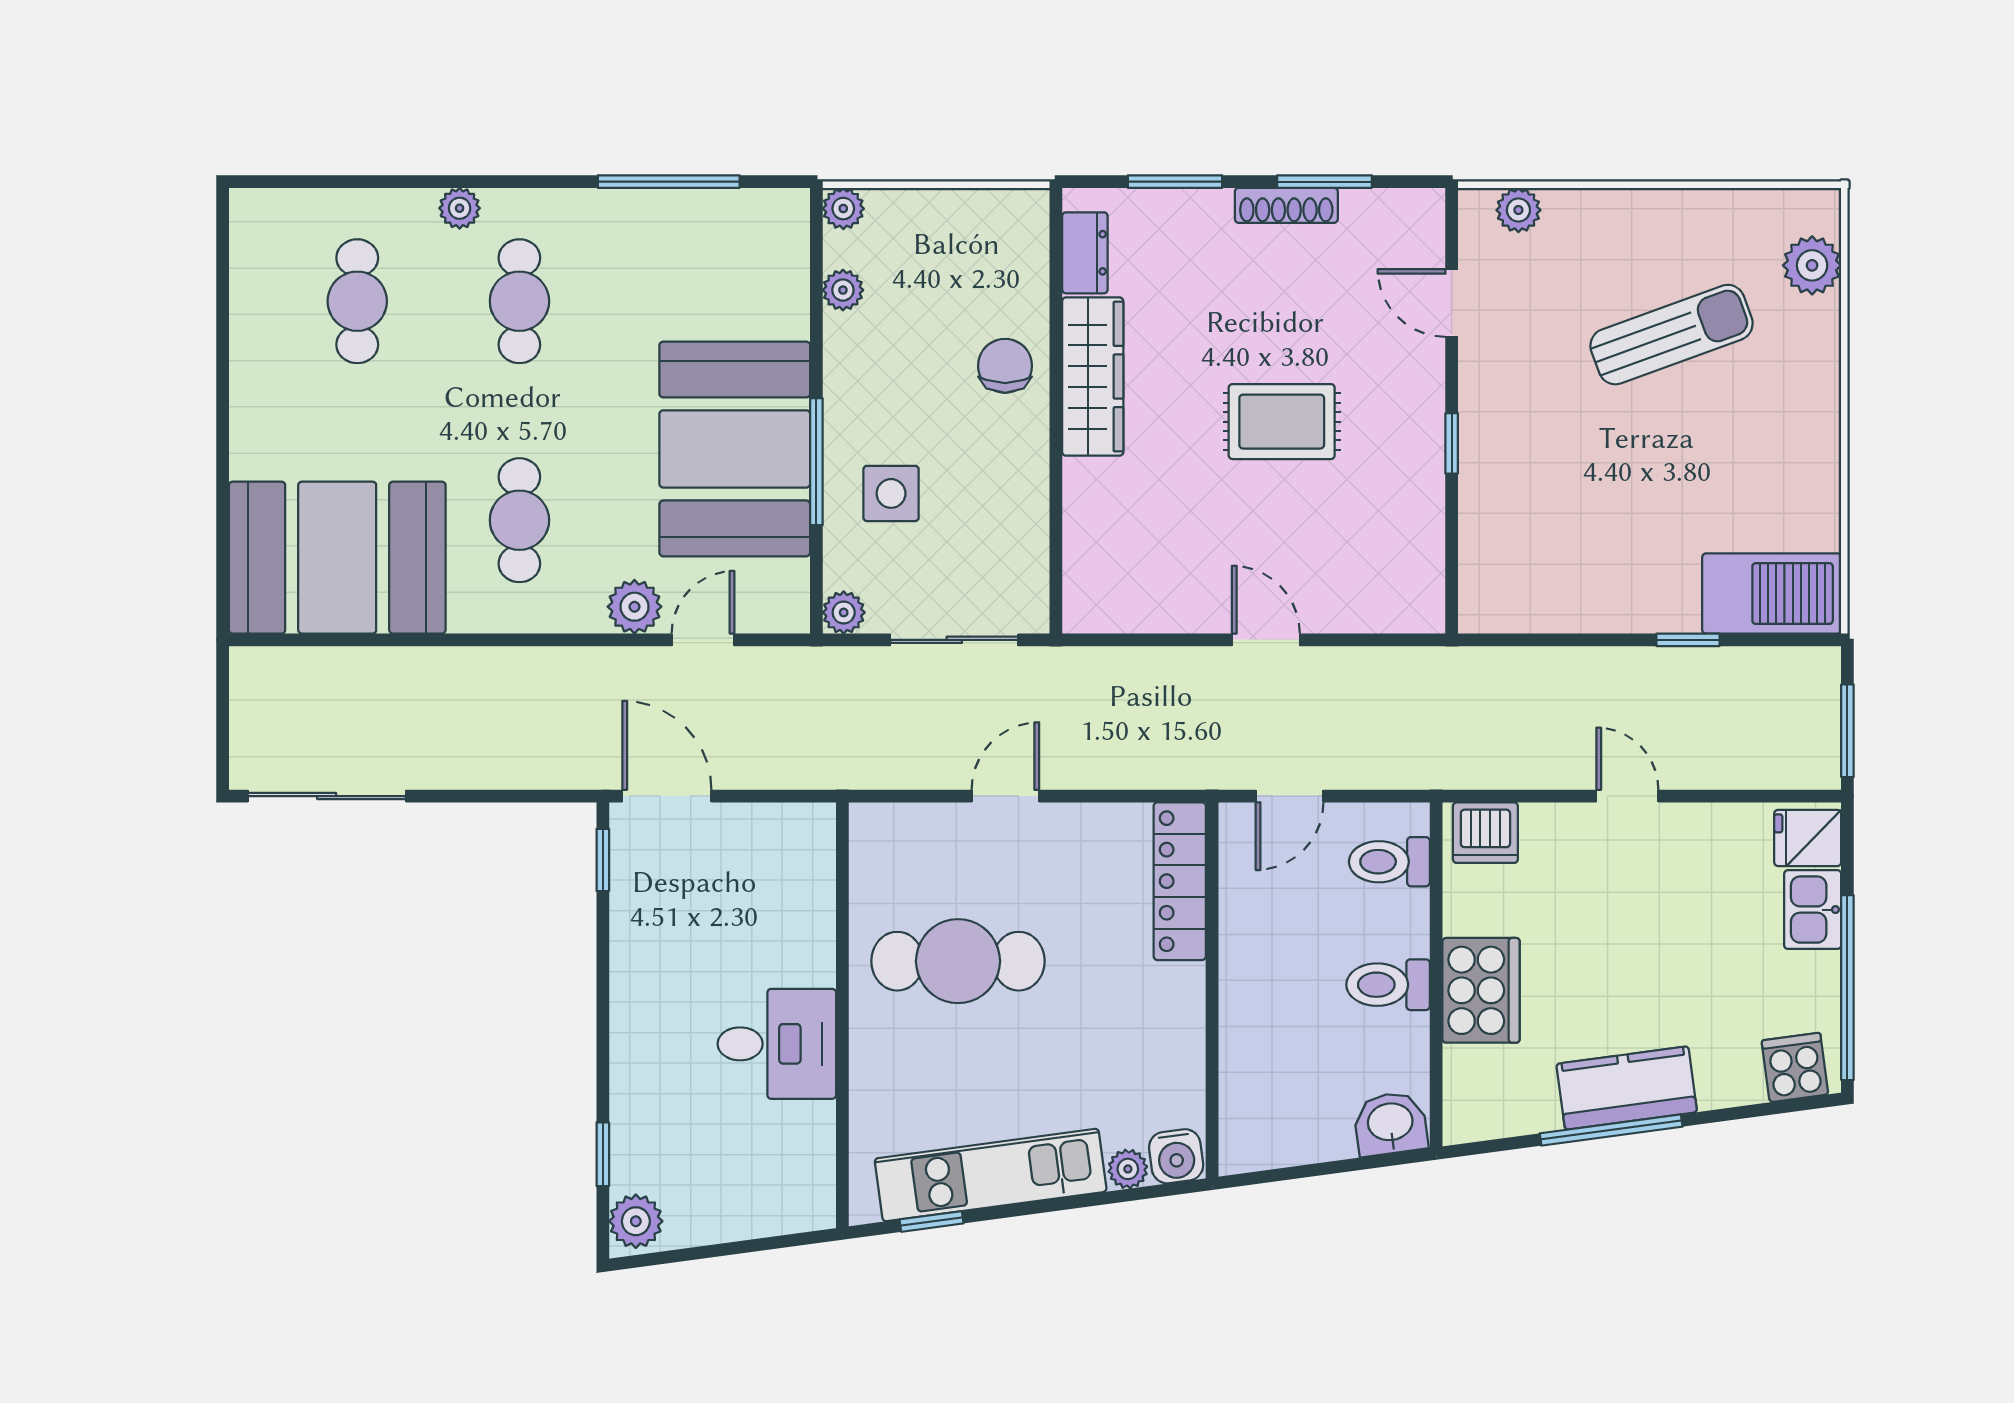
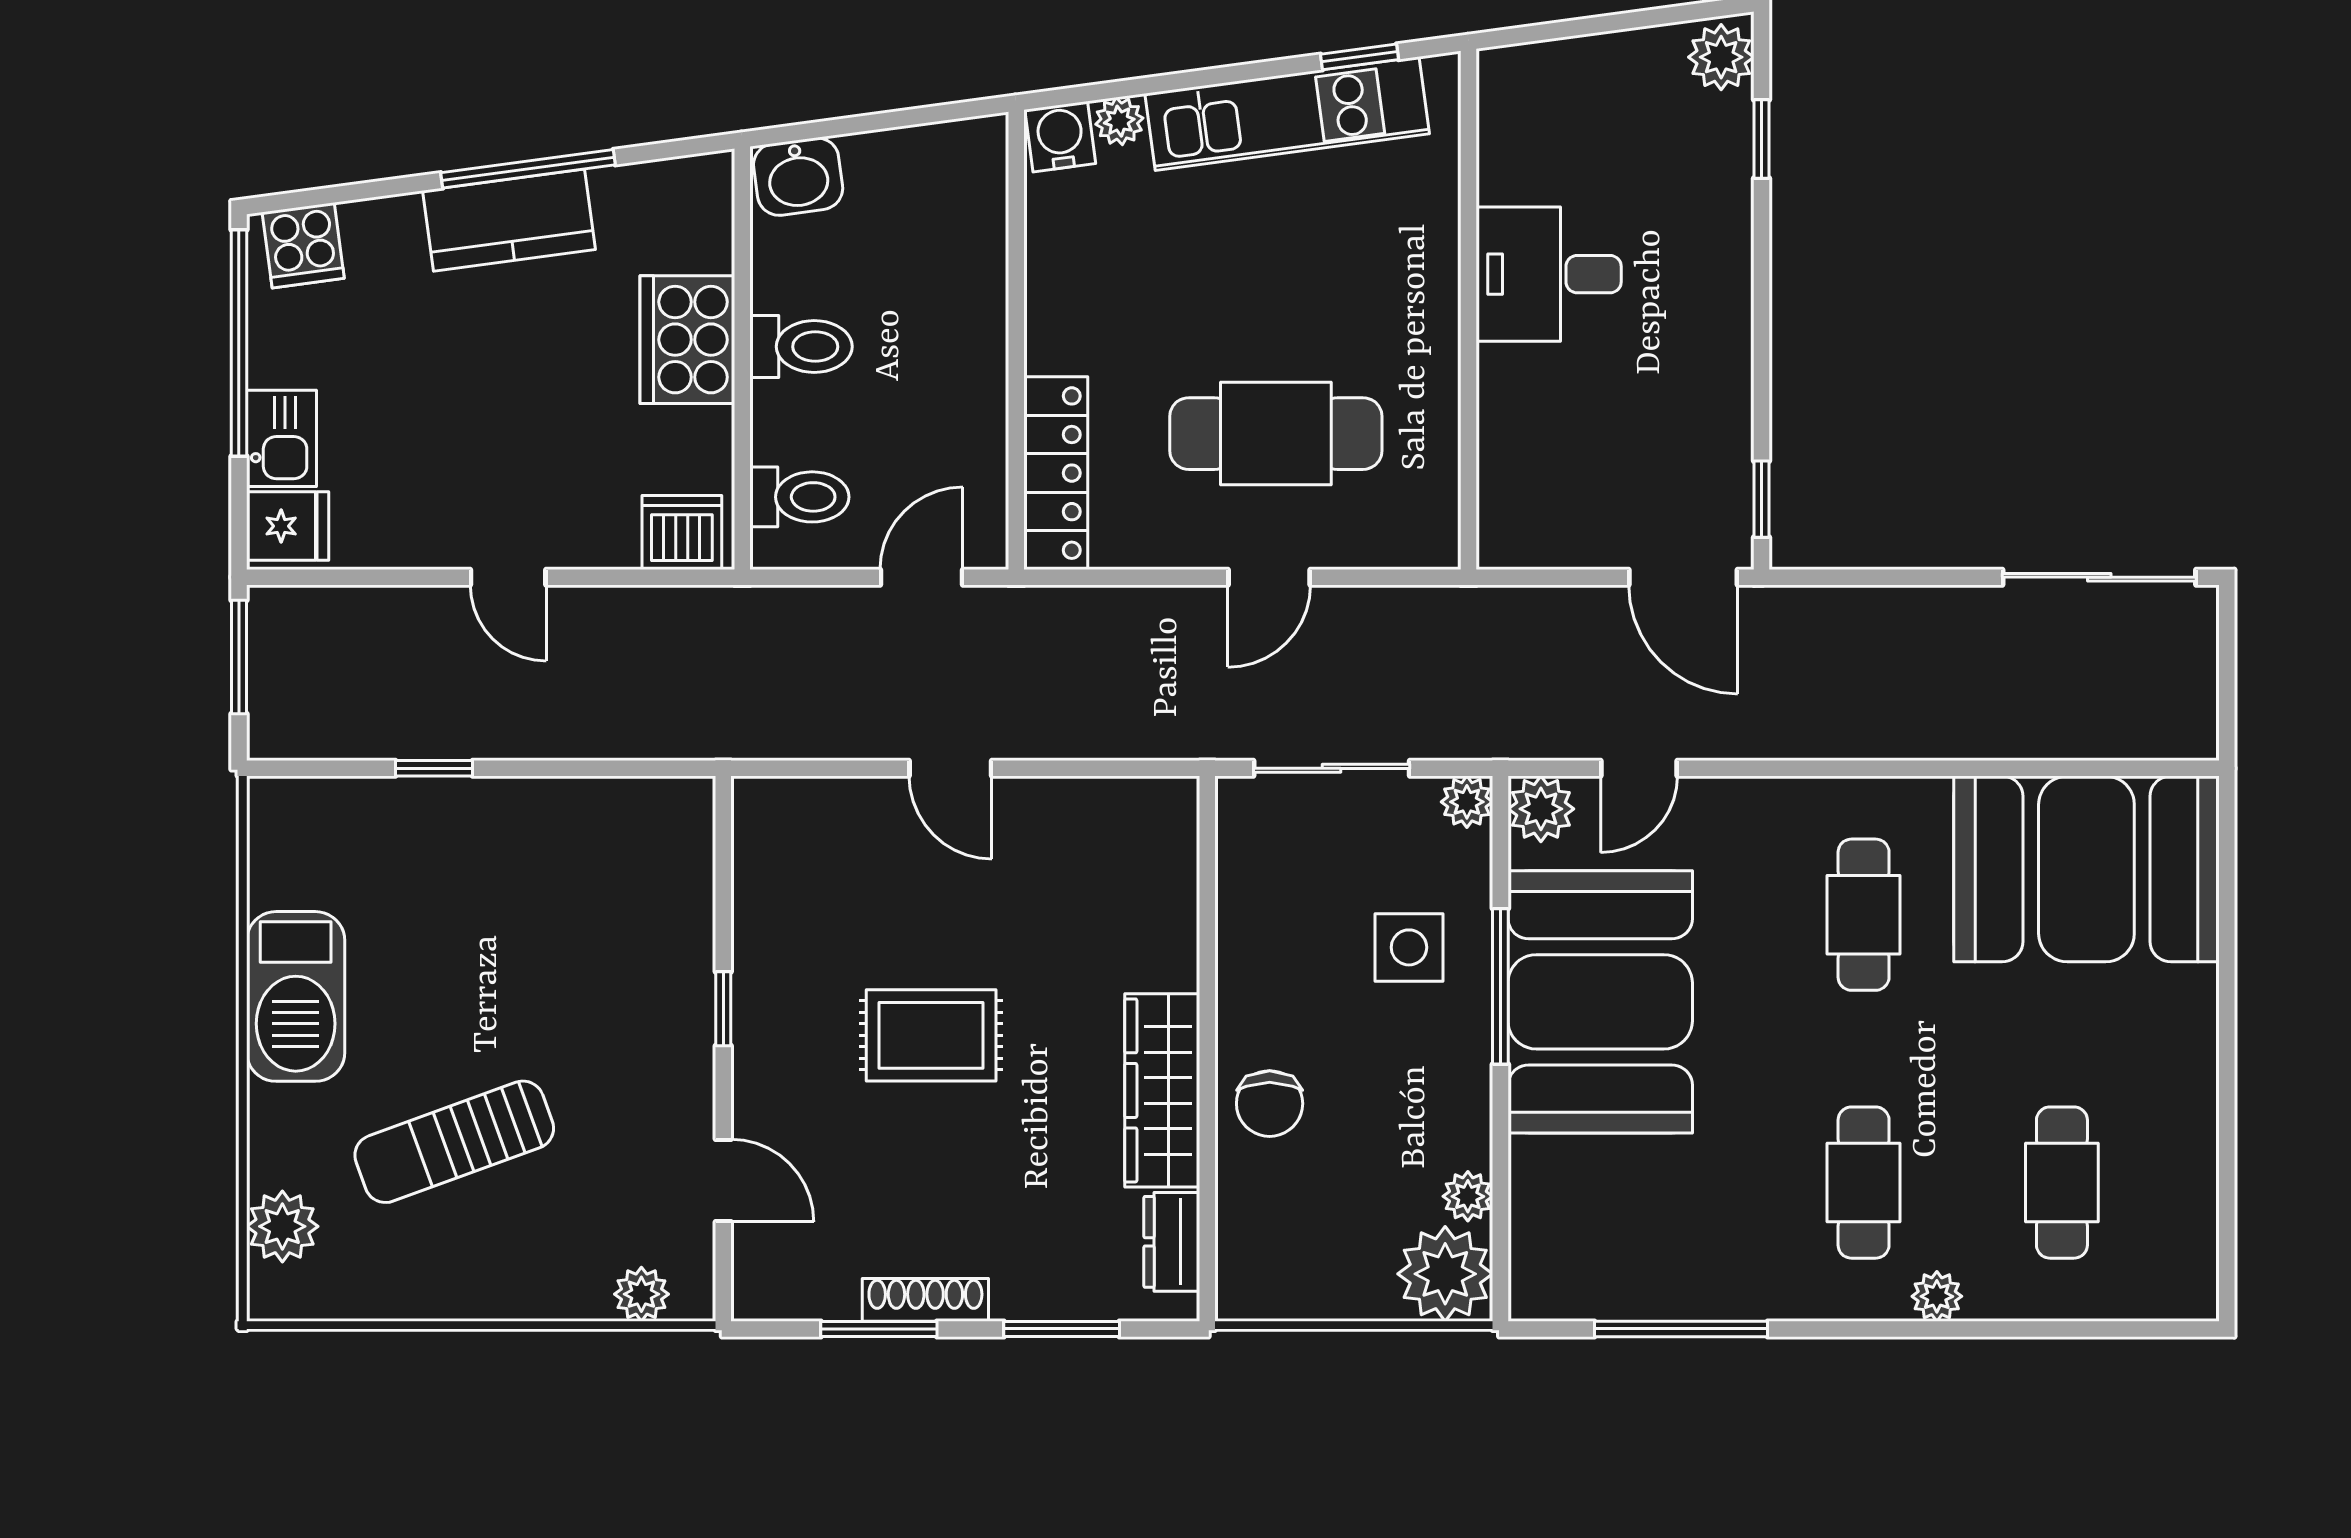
plant: (843, 209) -> (1445, 1274), width x1.87, depth x1.87
barbecue: (1772, 594) -> (296, 996), moved, turned -90
plant: (634, 607) -> (1541, 809), moved
cafe table: (958, 961) -> (1276, 434), moved

